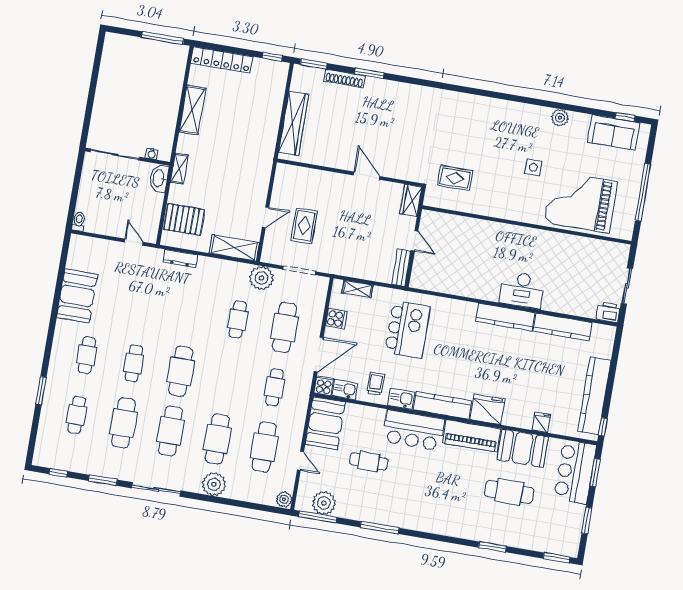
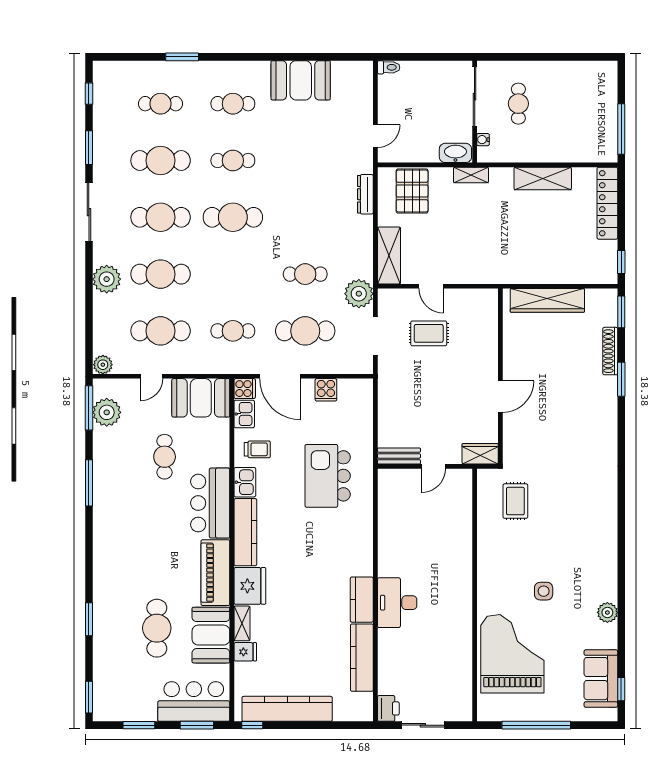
cafe table: (127, 119) -> (518, 104), added
shelving: (357, 289) -> (242, 623), moved
kitchen counter: (505, 317) -> (362, 600), width x0.67
kitchen island: (408, 329) -> (328, 476), turned 90

